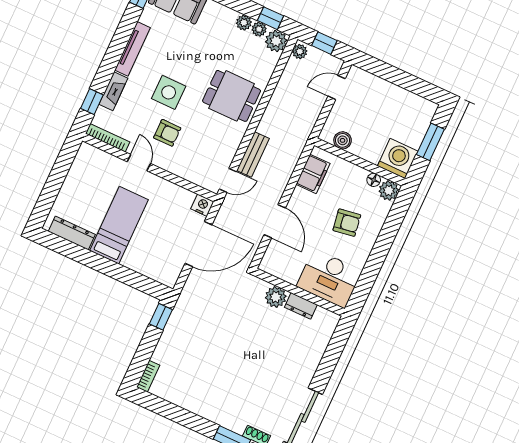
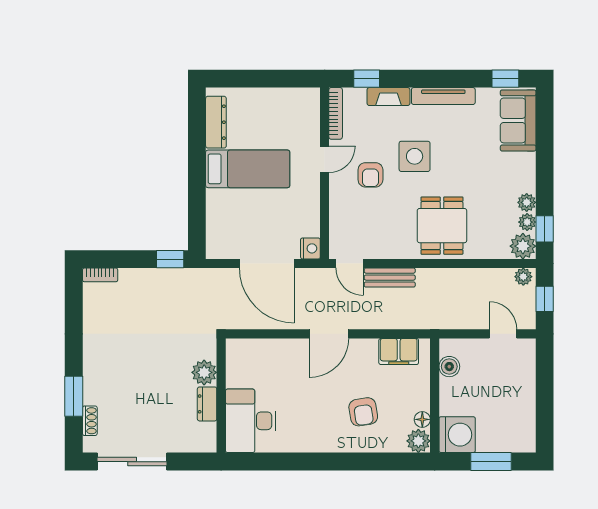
desk: (329, 279) -> (251, 421), moved
wall: (299, 292) -> (221, 396), moved
plant: (276, 297) -> (204, 372), moved
dresser: (301, 306) -> (207, 404), moved

